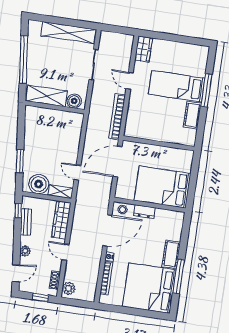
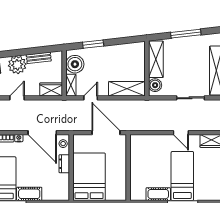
window: (23, 59) -> (186, 34), width x0.68
door: (130, 81) -> (181, 133), swing flipped
bookcase: (117, 117) -> (147, 126), removed
shelving: (74, 132) -> (127, 89), added
window: (18, 211) -> (48, 49), removed
wardrobe: (61, 220) -> (51, 89), width x0.67
plant: (25, 251) -> (17, 65), width x1.87, depth x1.87

